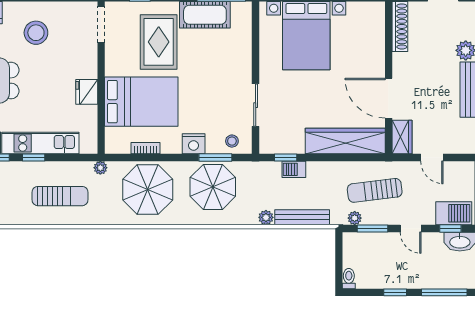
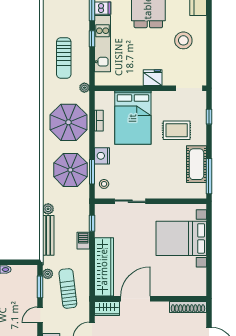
rug: (159, 42) -> (177, 130), width x0.73, depth x0.70
fridge: (87, 92) -> (153, 78), moved
barbecue: (294, 169) -> (83, 241), moved

